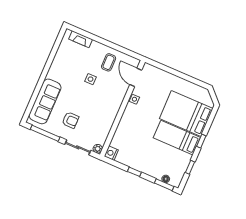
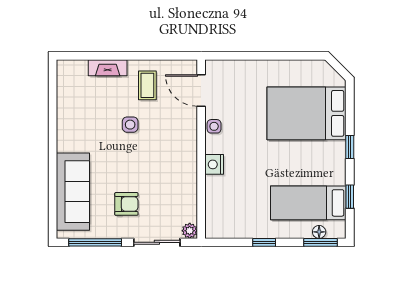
fireplace: (81, 39) -> (108, 68), moved
bed: (177, 138) -> (308, 203), moved
nightstand: (111, 153) -> (214, 164), moved

